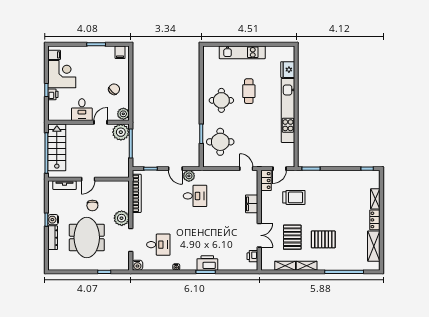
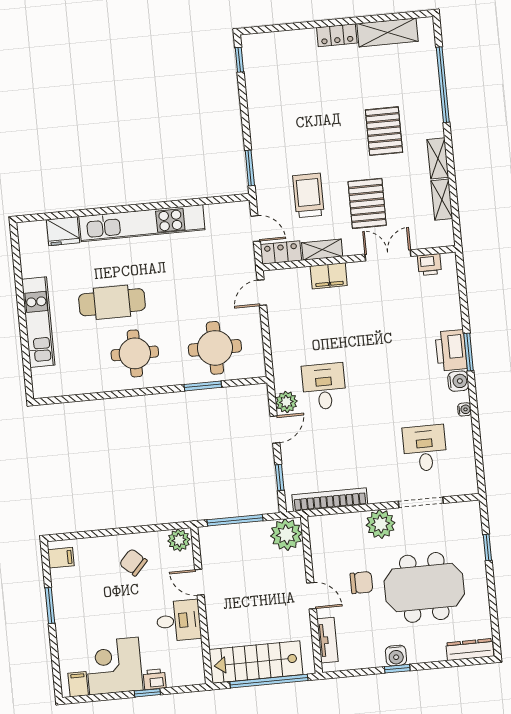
cafe table: (249, 91) -> (112, 302), width x1.37, depth x1.35
plant: (121, 132) -> (286, 535), moved
shelving: (375, 199) -> (322, 250), moved
pallet: (292, 237) -> (367, 203), moved, turned 90
dresser: (53, 238) -> (470, 650), moved
water cooler: (137, 265) -> (458, 381), moved

